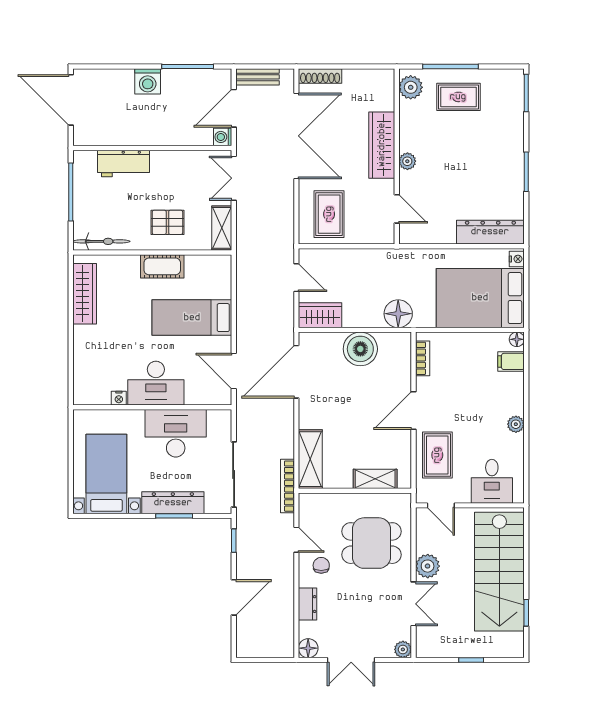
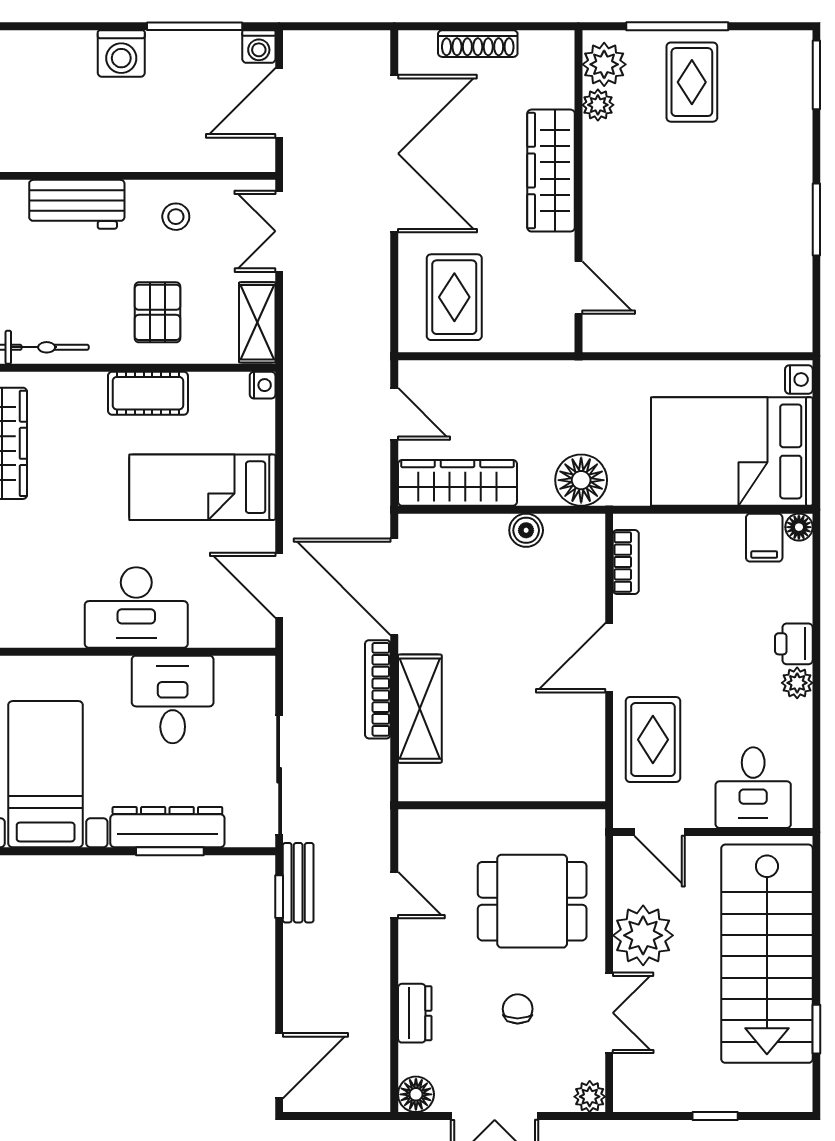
shoe rack: (320, 76) -> (478, 44), moved
bench: (258, 77) -> (298, 883), moved, turned 90
rug: (458, 97) -> (692, 82), turned 90
washing machine: (223, 137) -> (259, 47), moved, turned -90
plant: (407, 161) -> (598, 105), moved
stool: (177, 170) -> (176, 217), added
pallet: (167, 222) -> (157, 312), turned 90
dresser: (490, 232) -> (751, 330), removed
wardrobe: (320, 315) -> (457, 483), width x1.50
boiler: (360, 349) -> (526, 530), width x0.54, depth x0.54
filing cabinet: (511, 361) -> (764, 538), moved, turned -90
door: (296, 372) -> (394, 587), hinge flipped
nightstand: (119, 398) -> (263, 385), moved, turned -90
printer: (514, 403) -> (794, 644), added
desk: (176, 433) -> (173, 699), width x0.73
shelving: (310, 459) -> (420, 709), moved
shelving: (375, 479) -> (539, 783), removed
bookcase: (287, 486) -> (378, 689), moved
chair: (321, 565) -> (518, 1009), moved
plant: (428, 566) -> (643, 935), width x1.36, depth x1.36
door: (234, 597) -> (279, 1066), moved

